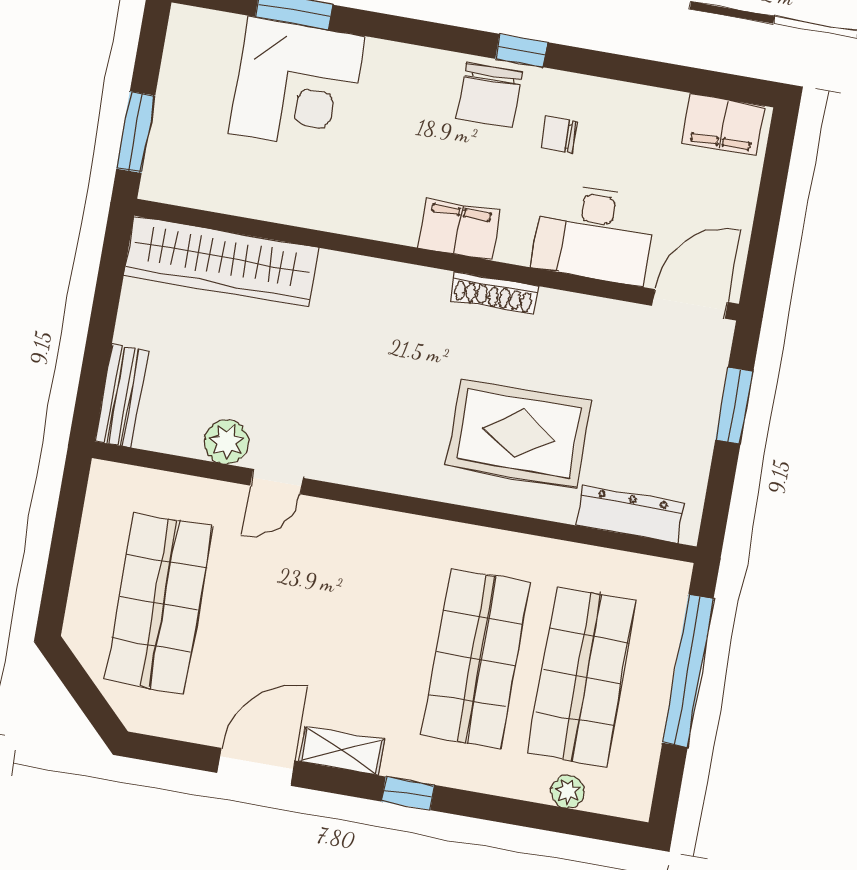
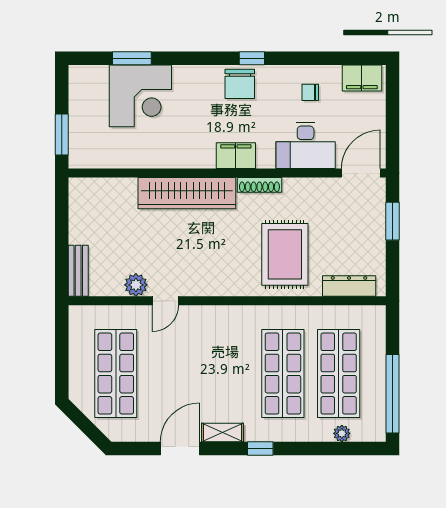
chair: (559, 135) -> (310, 92), moved
wardrobe: (221, 262) -> (187, 193), moved
rug: (519, 433) -> (285, 254), turned 90
window: (688, 671) -> (393, 394), moved

